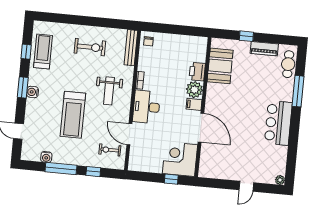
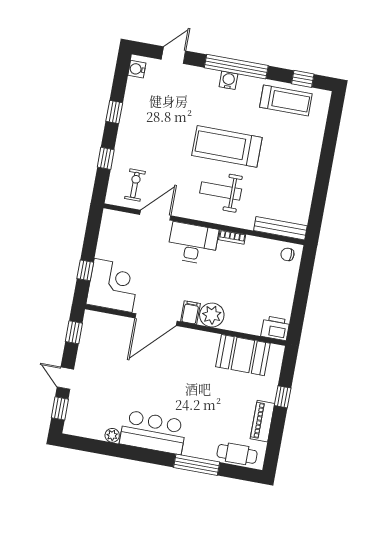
exercise bike: (90, 47) -> (286, 169), removed
window: (26, 52) -> (303, 79), moved
printer: (197, 72) -> (275, 328), moved
window: (23, 87) -> (236, 67), width x2.11
treadmill: (73, 115) -> (227, 146), moved
water cooler: (46, 157) -> (137, 69), moved
window: (61, 168) -> (114, 112), width x0.46
plant: (280, 180) -> (112, 435), moved
window: (214, 183) -> (74, 332), added
window: (267, 188) -> (60, 408), added

